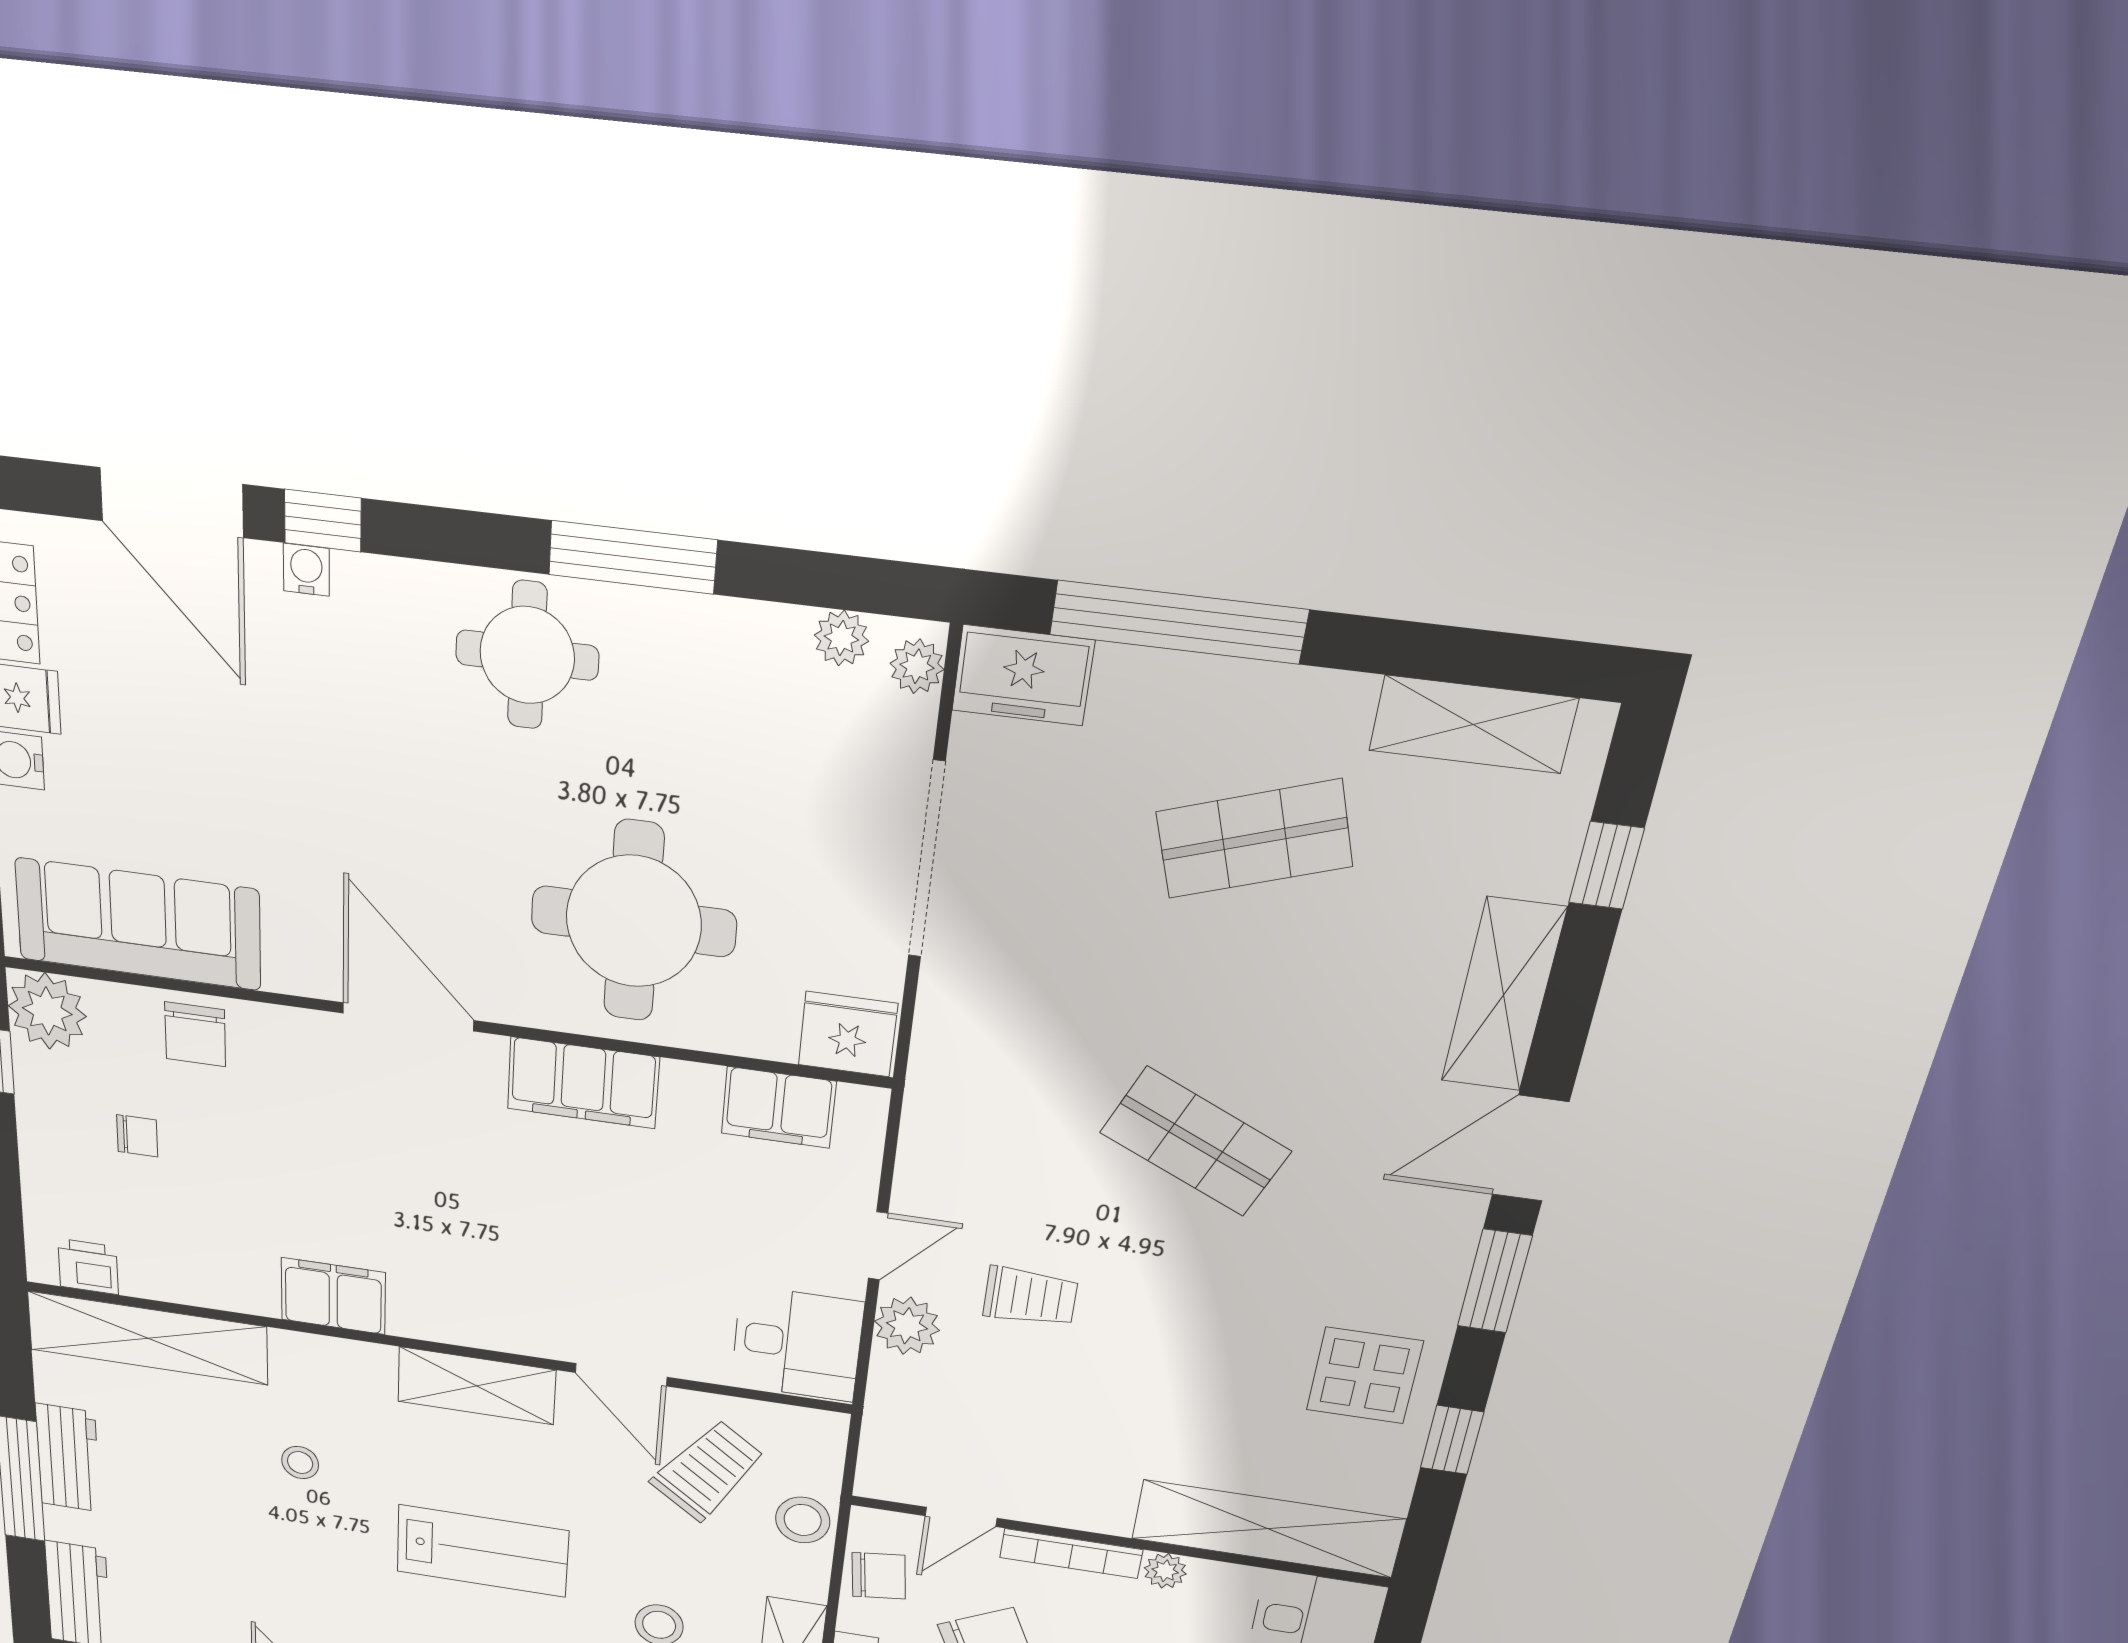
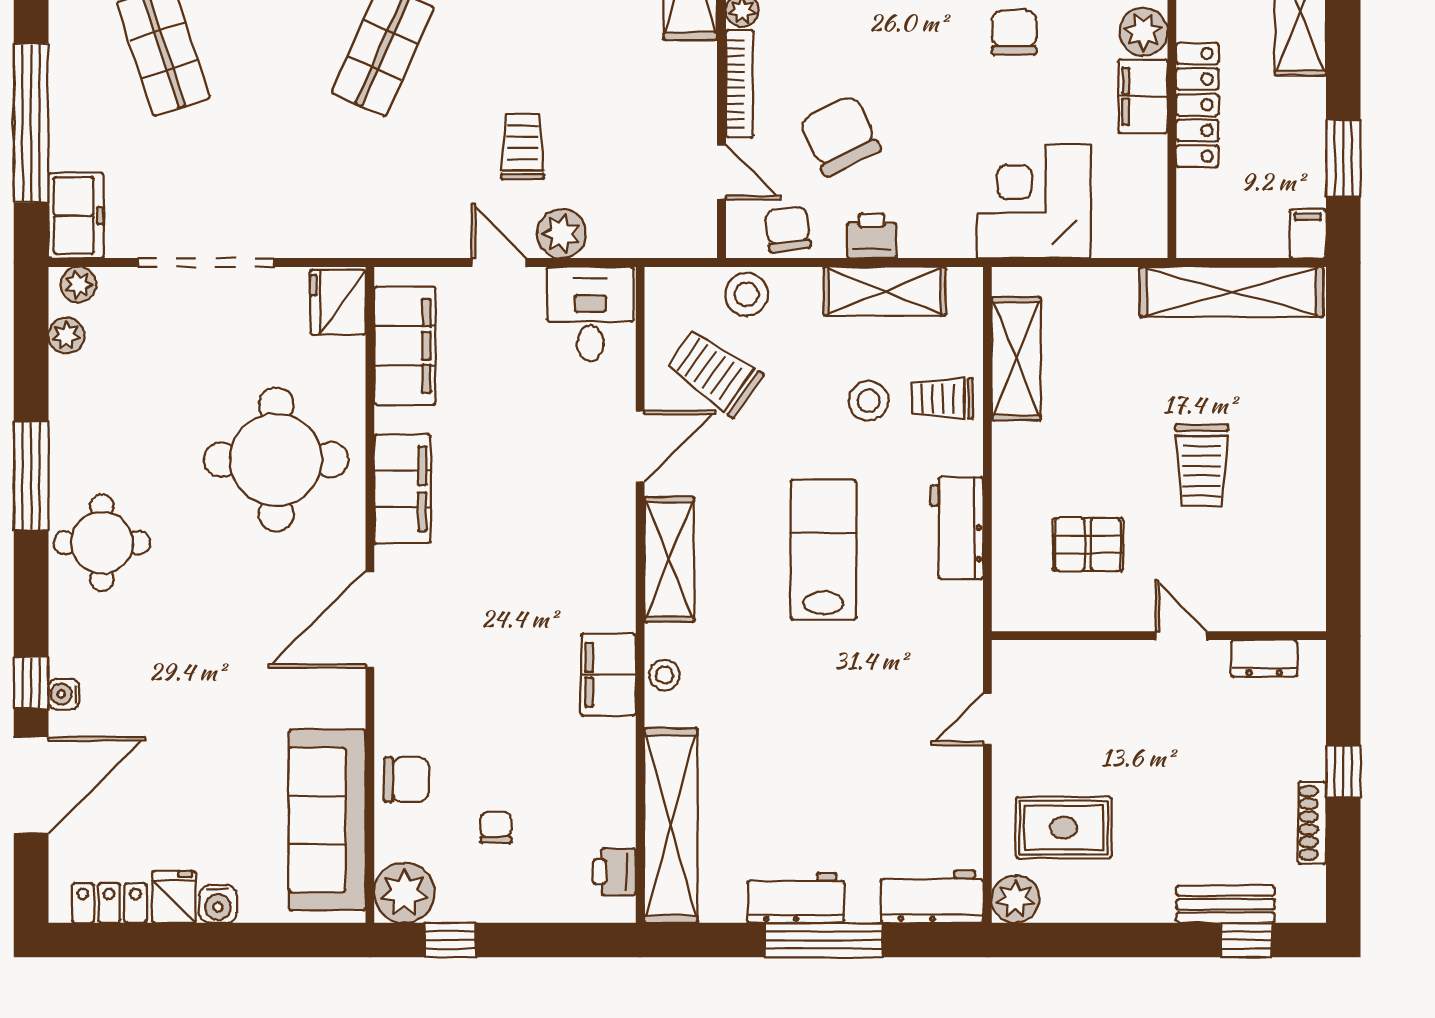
filing cabinet: (779, 1107) -> (405, 346), width x1.50, depth x1.17
stool: (300, 1463) -> (664, 675), moved

